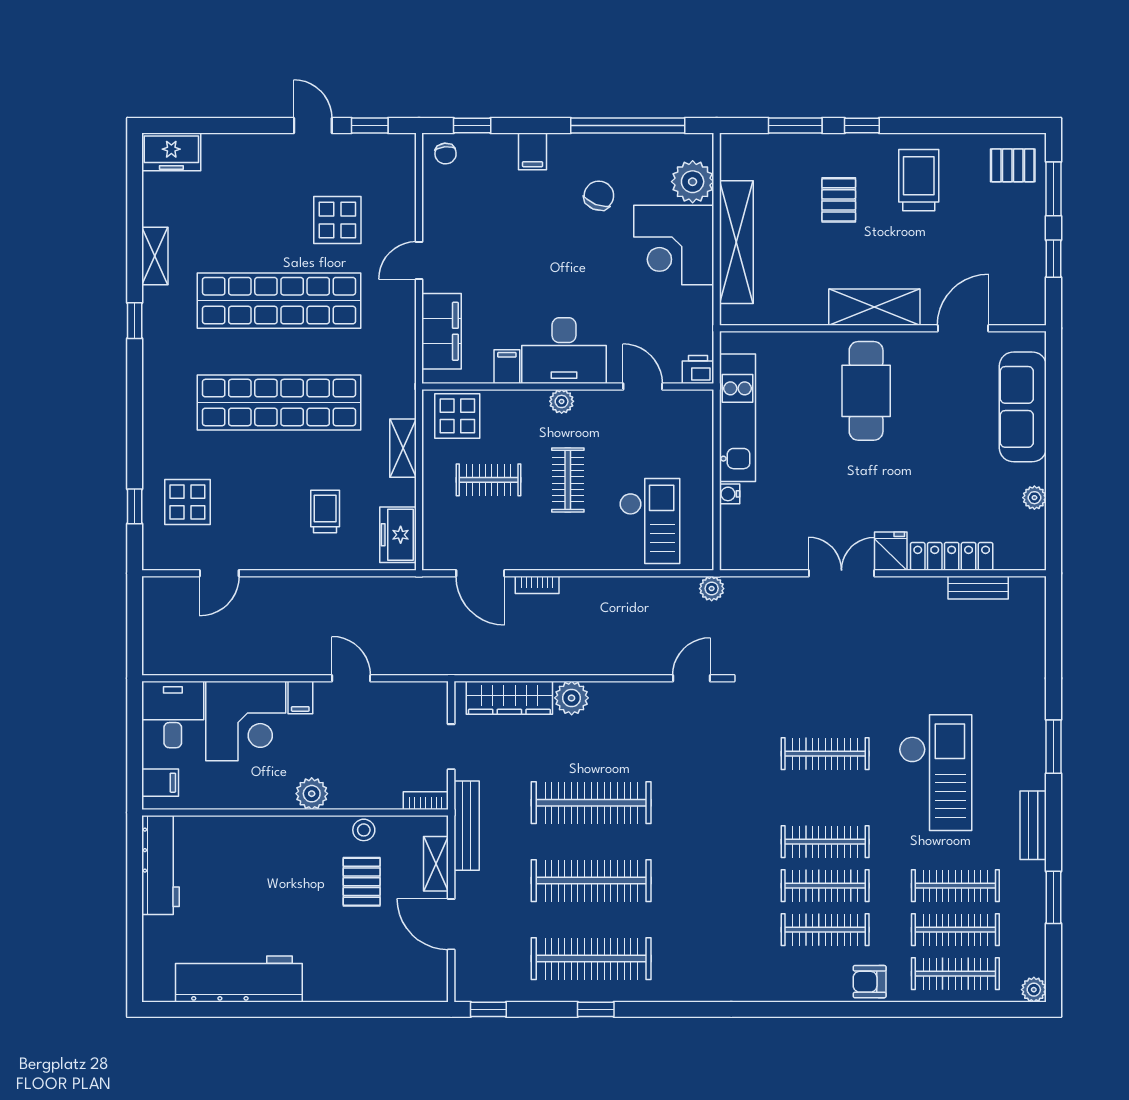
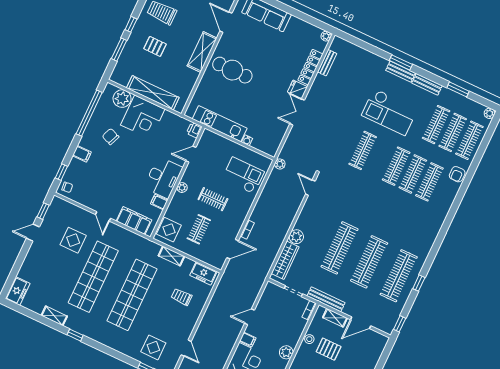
plant: (1034, 498) -> (326, 36), moved
bench: (1033, 755) -> (400, 72), added
checkout: (935, 773) -> (390, 112), turned 180

